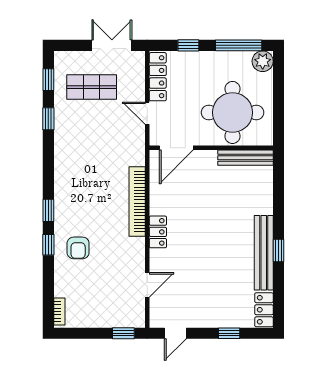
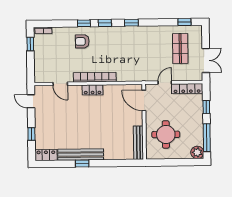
round table: (233, 112) -> (166, 134), width x0.73, depth x0.73
window: (48, 119) -> (131, 23), moved
bookcase: (137, 202) -> (95, 77), moved
window: (123, 333) -> (30, 44), moved

